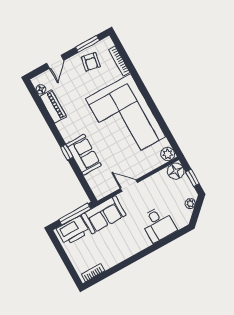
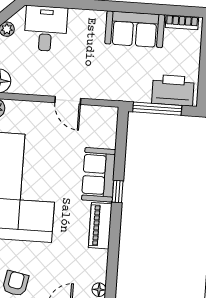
piano: (53, 107) -> (100, 226), moved
sofa: (104, 215) -> (135, 29), moved, turned 180
desk: (158, 224) -> (46, 29), moved

